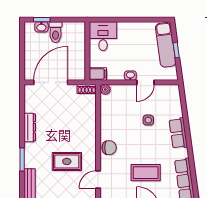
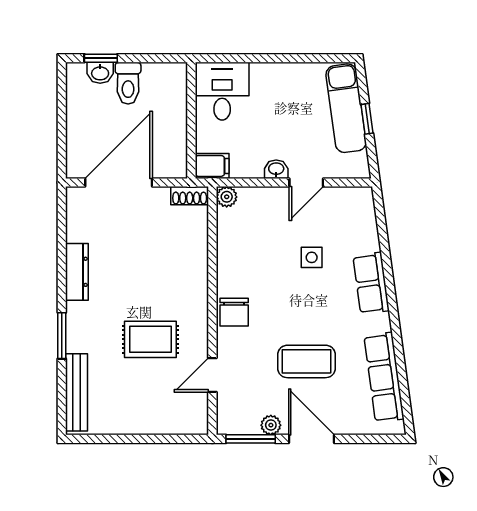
chair: (109, 148) -> (234, 312), turned 90

